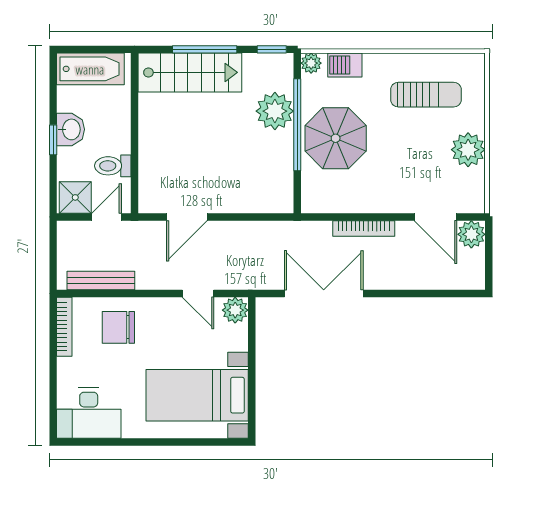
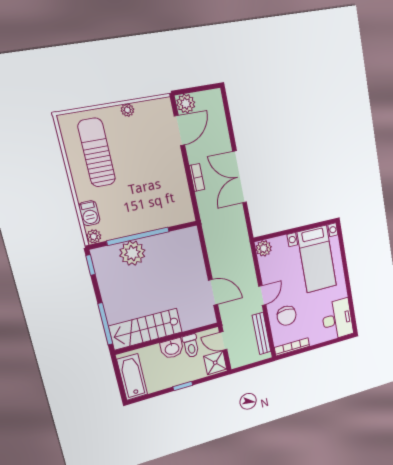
window: (205, 49) -> (105, 324), moved
stairs: (190, 72) -> (146, 329), moved, turned -90
sun lounger: (426, 95) -> (97, 153), width x1.36, depth x1.34
washbasin: (71, 129) -> (172, 348), moved, turned 180
parasol: (336, 138) -> (141, 209), removed
plant: (468, 150) -> (127, 110), width x0.53, depth x0.53
bookcase: (364, 228) -> (197, 177), width x0.64
door: (198, 294) -> (262, 295), moved
double door: (324, 294) -> (240, 177), moved

